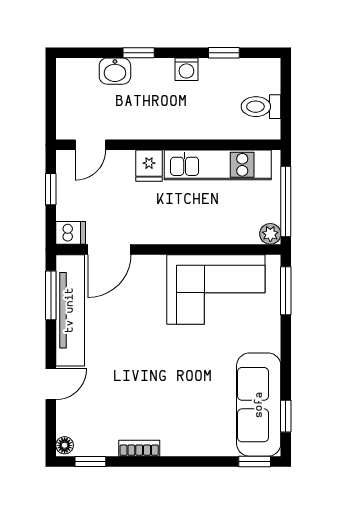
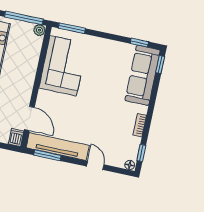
sofa: (259, 405) -> (143, 75), moved, turned 90

